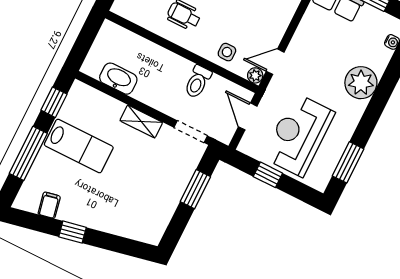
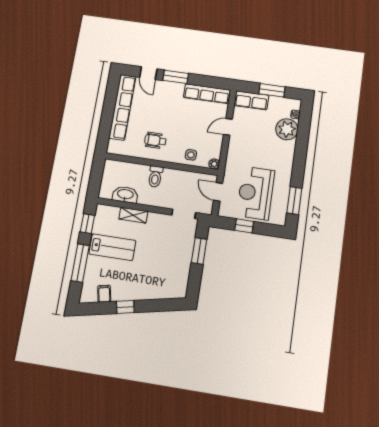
door: (275, 62) -> (228, 127), moved
toilet: (198, 82) -> (155, 177), moved
plant: (361, 83) -> (287, 129), moved
shelving: (141, 121) -> (133, 215), moved

